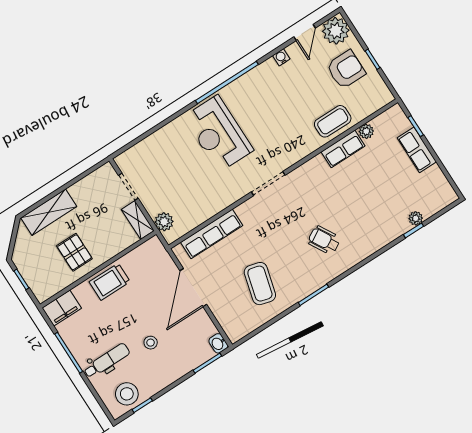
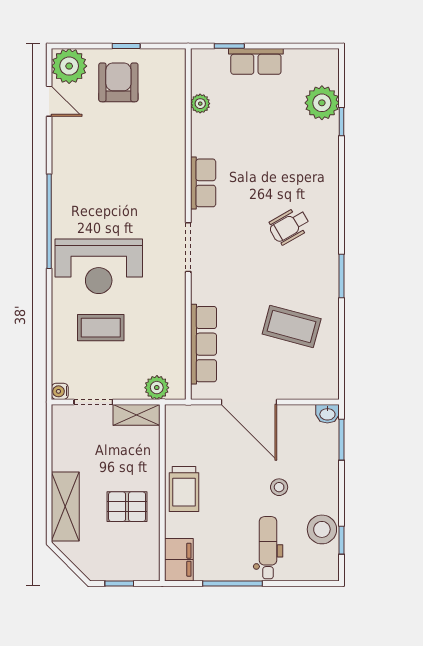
water cooler: (281, 57) -> (60, 391), moved
coffee table: (333, 121) -> (101, 328), moved, turned 90
row of seats: (343, 149) -> (203, 183), moved
plant: (416, 218) -> (322, 103), width x1.87, depth x1.87
stool: (127, 394) -> (322, 529), moved

